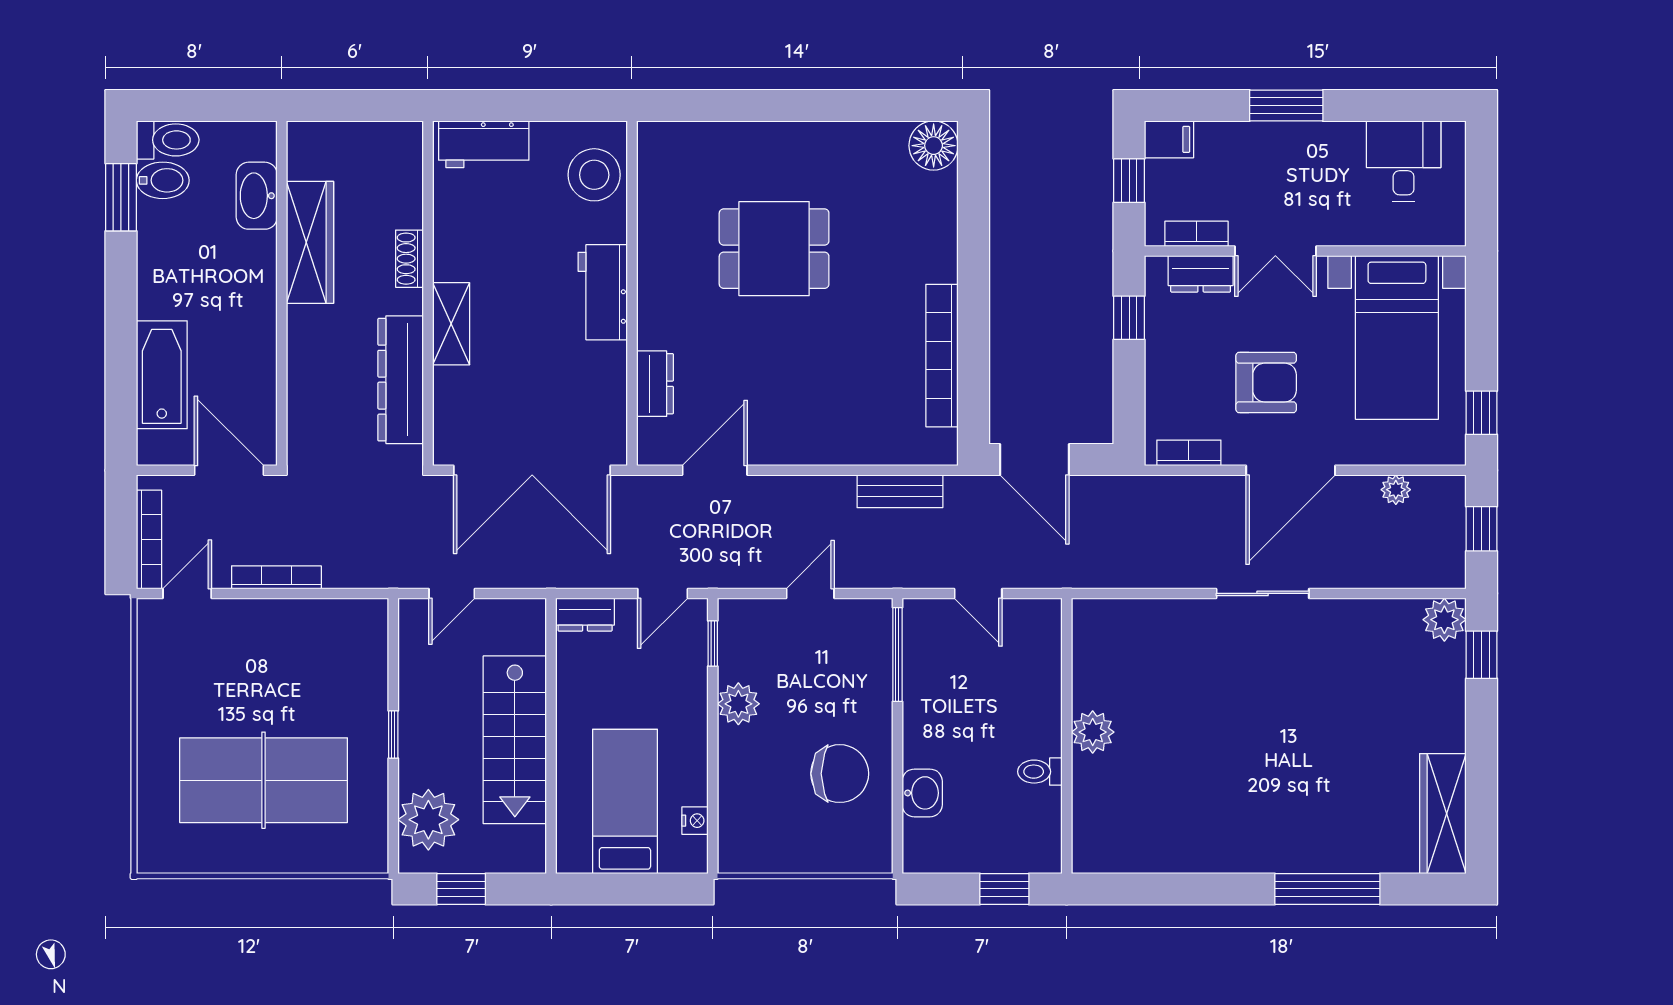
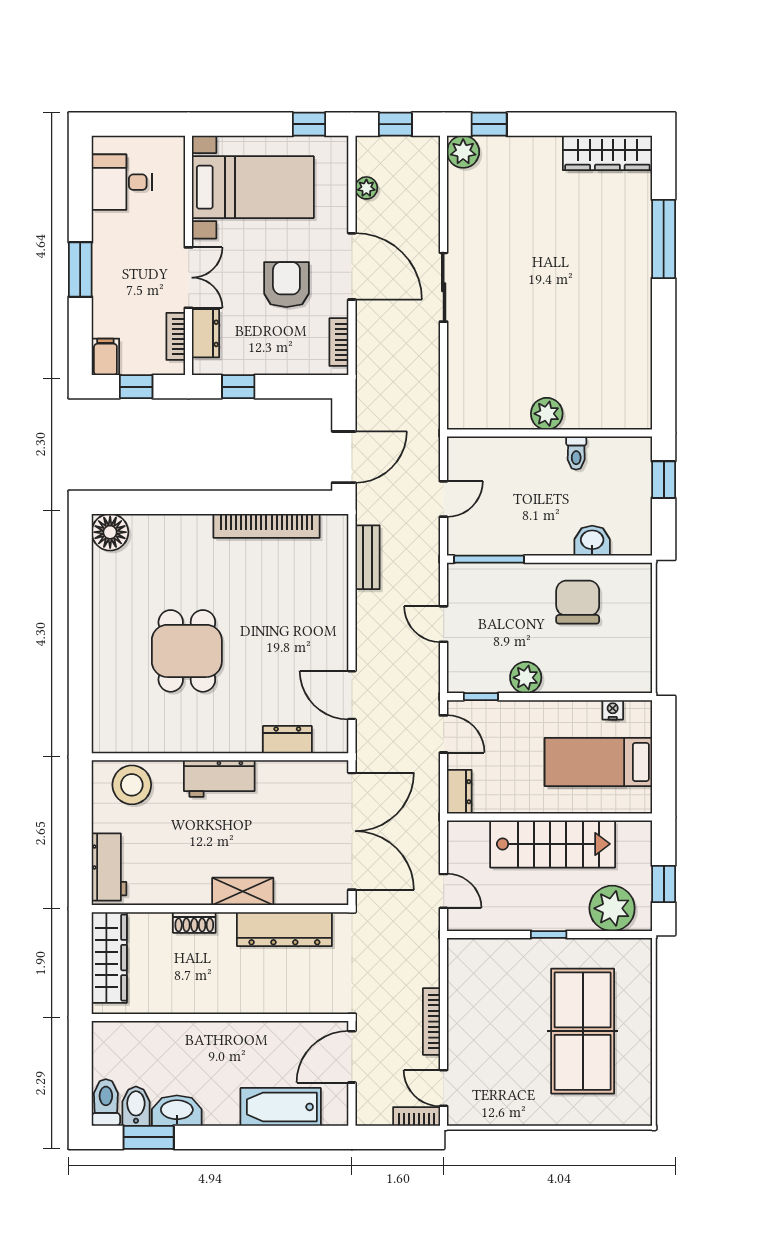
washbasin: (257, 196) -> (177, 1111), moved, turned 180
wardrobe: (310, 242) -> (109, 958), moved, turned 90
bookcase: (149, 539) -> (417, 1116), width x0.64

